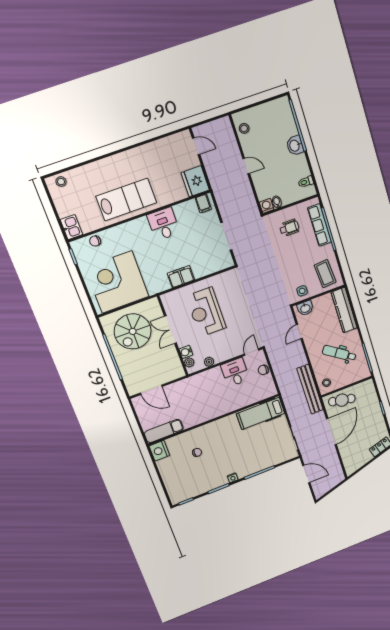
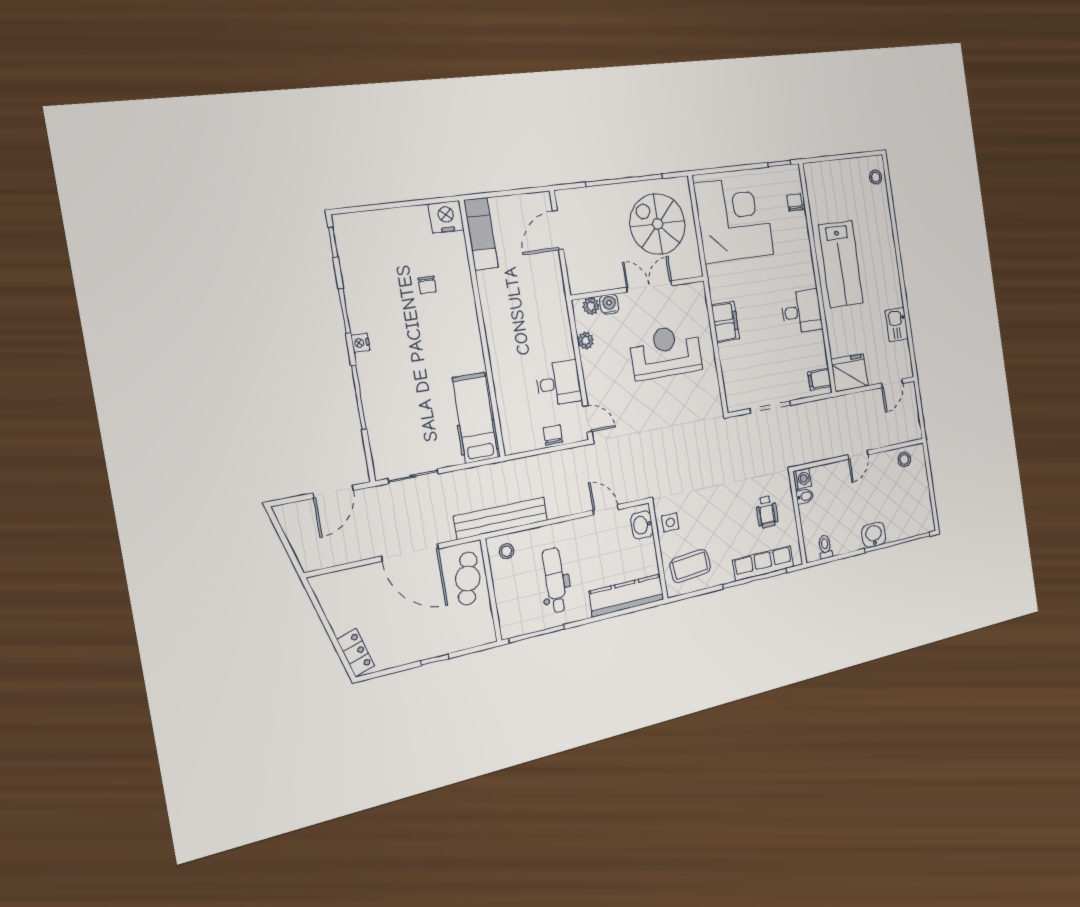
kitchen sink: (71, 227) -> (897, 325), moved, turned 90
dental chair: (339, 353) -> (555, 580), turned -35

